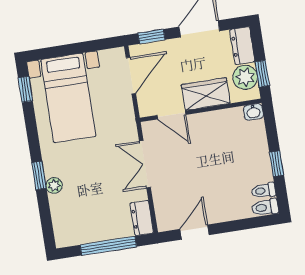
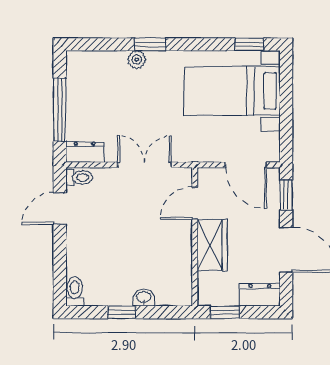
plant: (245, 77) -> (224, 292), removed
washbasin: (253, 112) -> (144, 297), moved, turned 90
toilet: (264, 191) -> (79, 177), moved, turned 90
door: (195, 232) -> (60, 208), swing flipped

